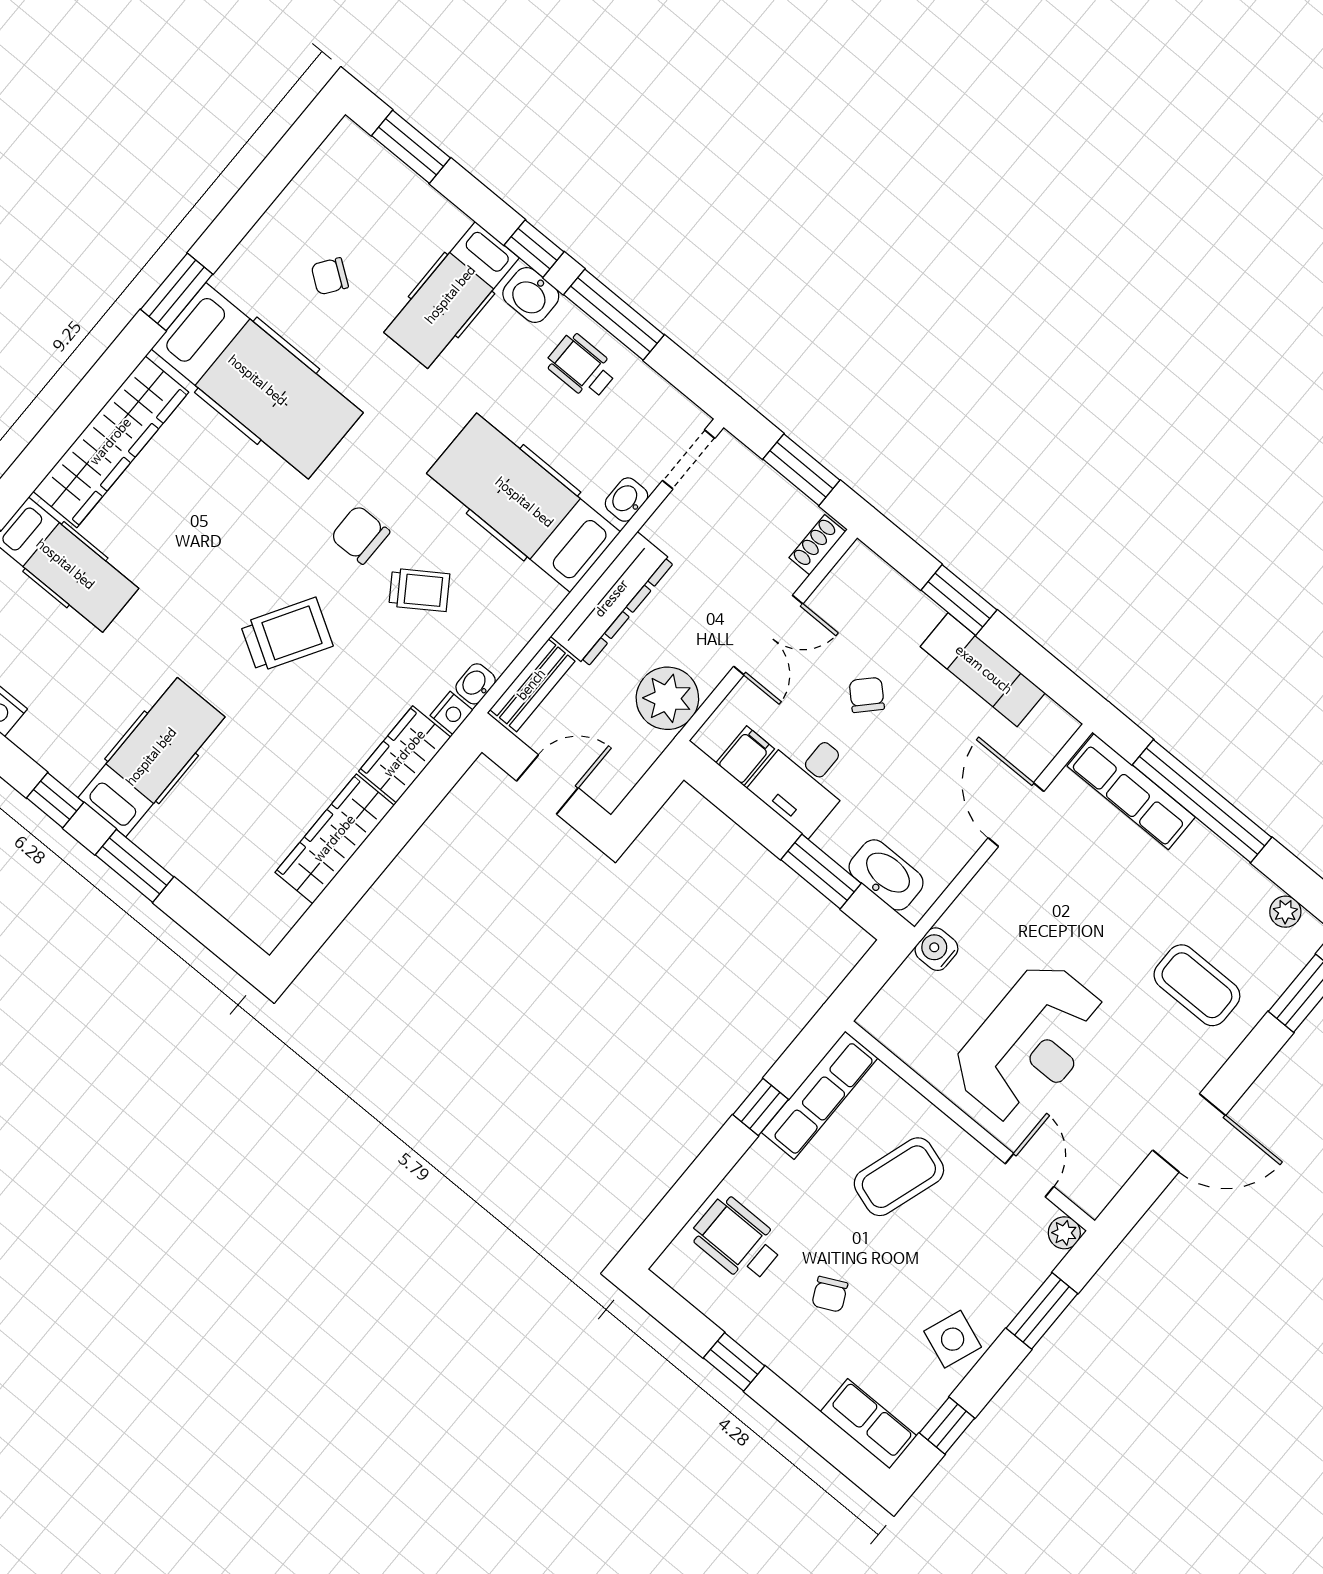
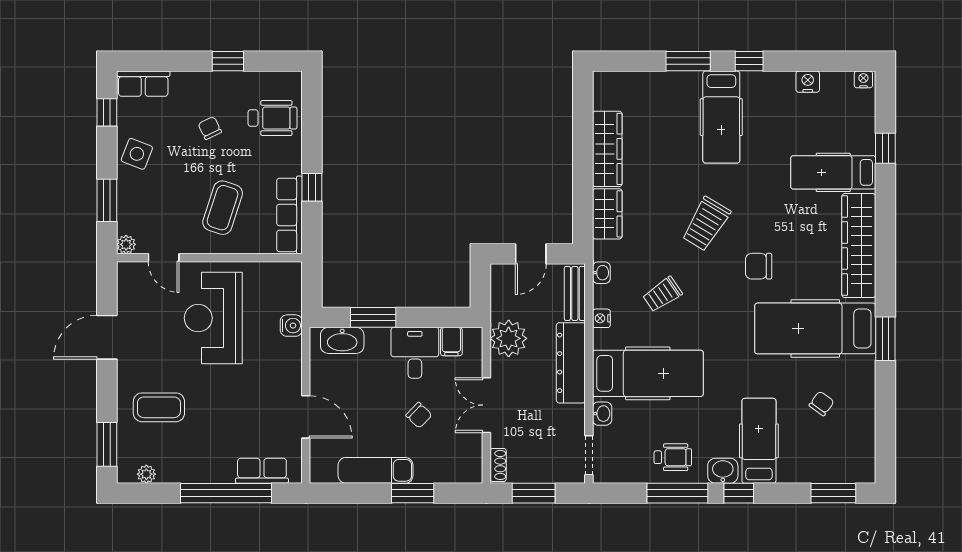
chair: (360, 534) -> (759, 266), moved, turned 180
nightstand: (452, 713) -> (601, 318), moved
row of seats: (1131, 792) -> (262, 471), width x0.68

